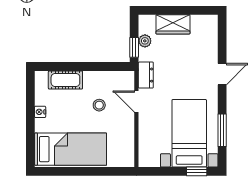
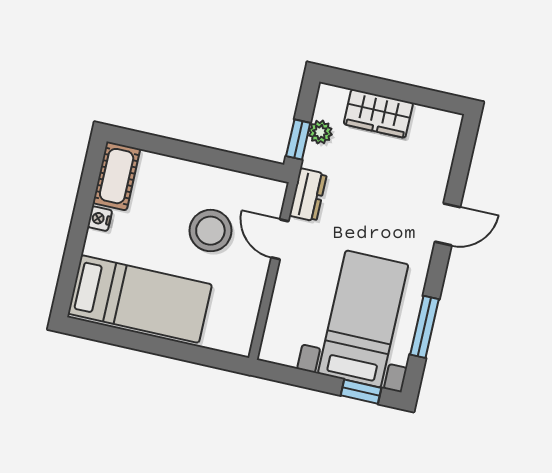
cot: (65, 80) -> (117, 176), moved, turned 90
stool: (99, 105) -> (210, 231), width x1.89, depth x1.89

